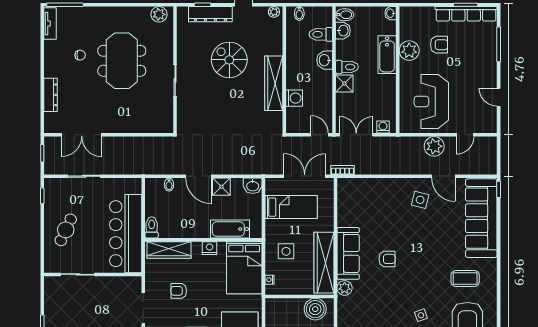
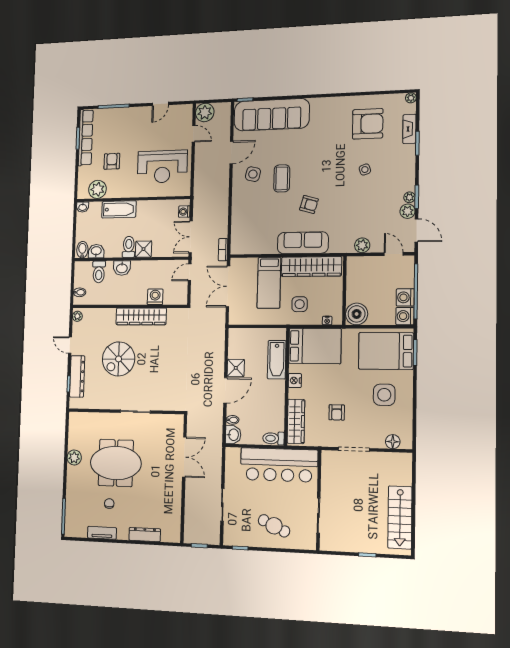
plant: (159, 14) -> (74, 457), moved
tv unit: (50, 23) -> (102, 533), moved
plant: (409, 51) -> (97, 189), moved
double door: (82, 135) -> (184, 457), moved
plant: (434, 146) -> (205, 112), moved
washbasin: (253, 186) -> (233, 435), moved
bed: (291, 207) -> (269, 283), moved, turned 180
armchair: (387, 259) -> (309, 204), turned 106
coffee table: (465, 279) -> (282, 178), moved
plant: (345, 288) -> (362, 245), moved
boiler: (315, 309) -> (357, 314), moved

